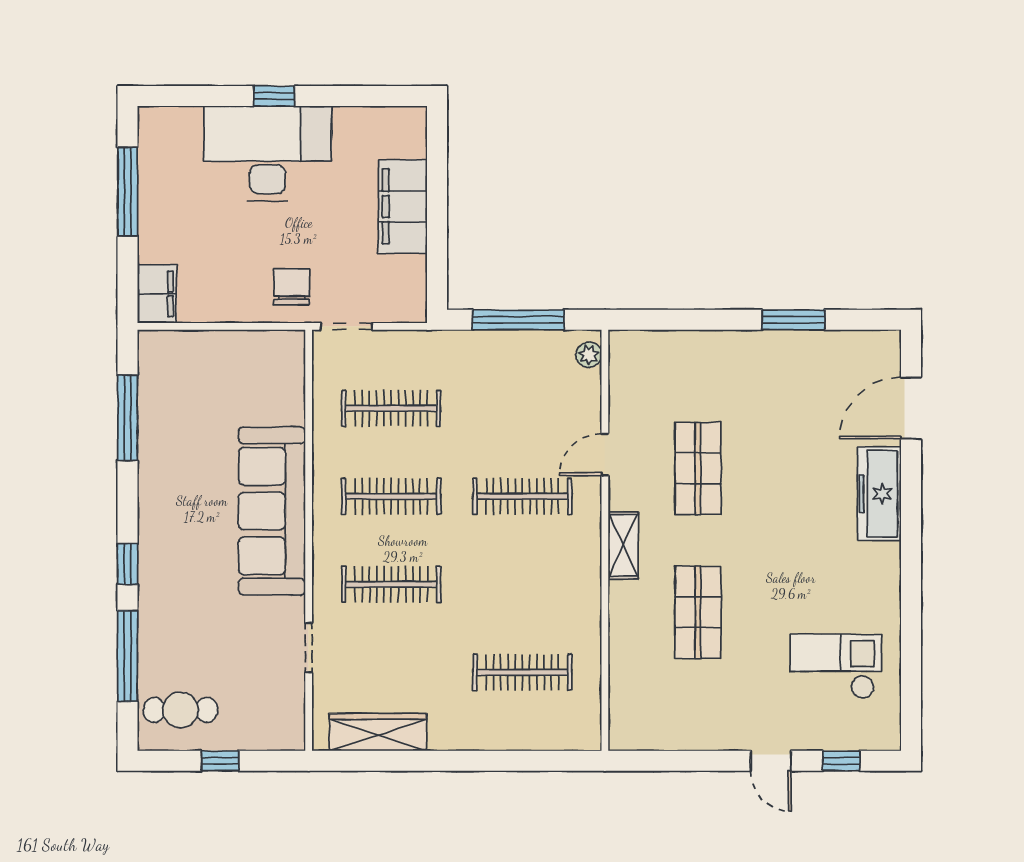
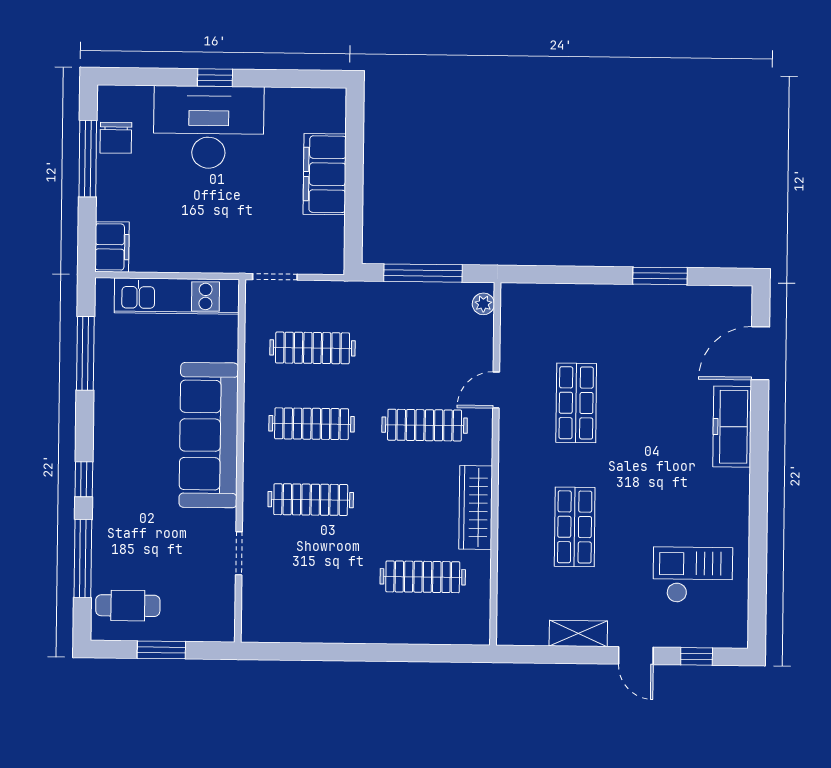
chair: (292, 287) -> (116, 138), moved, turned 180
kitchen unit: (233, 350) -> (177, 296), added
shelving: (623, 545) -> (578, 633), moved, turned 90
wardrobe: (378, 732) -> (476, 508), moved, turned -90
window: (220, 761) -> (161, 650), width x1.50

